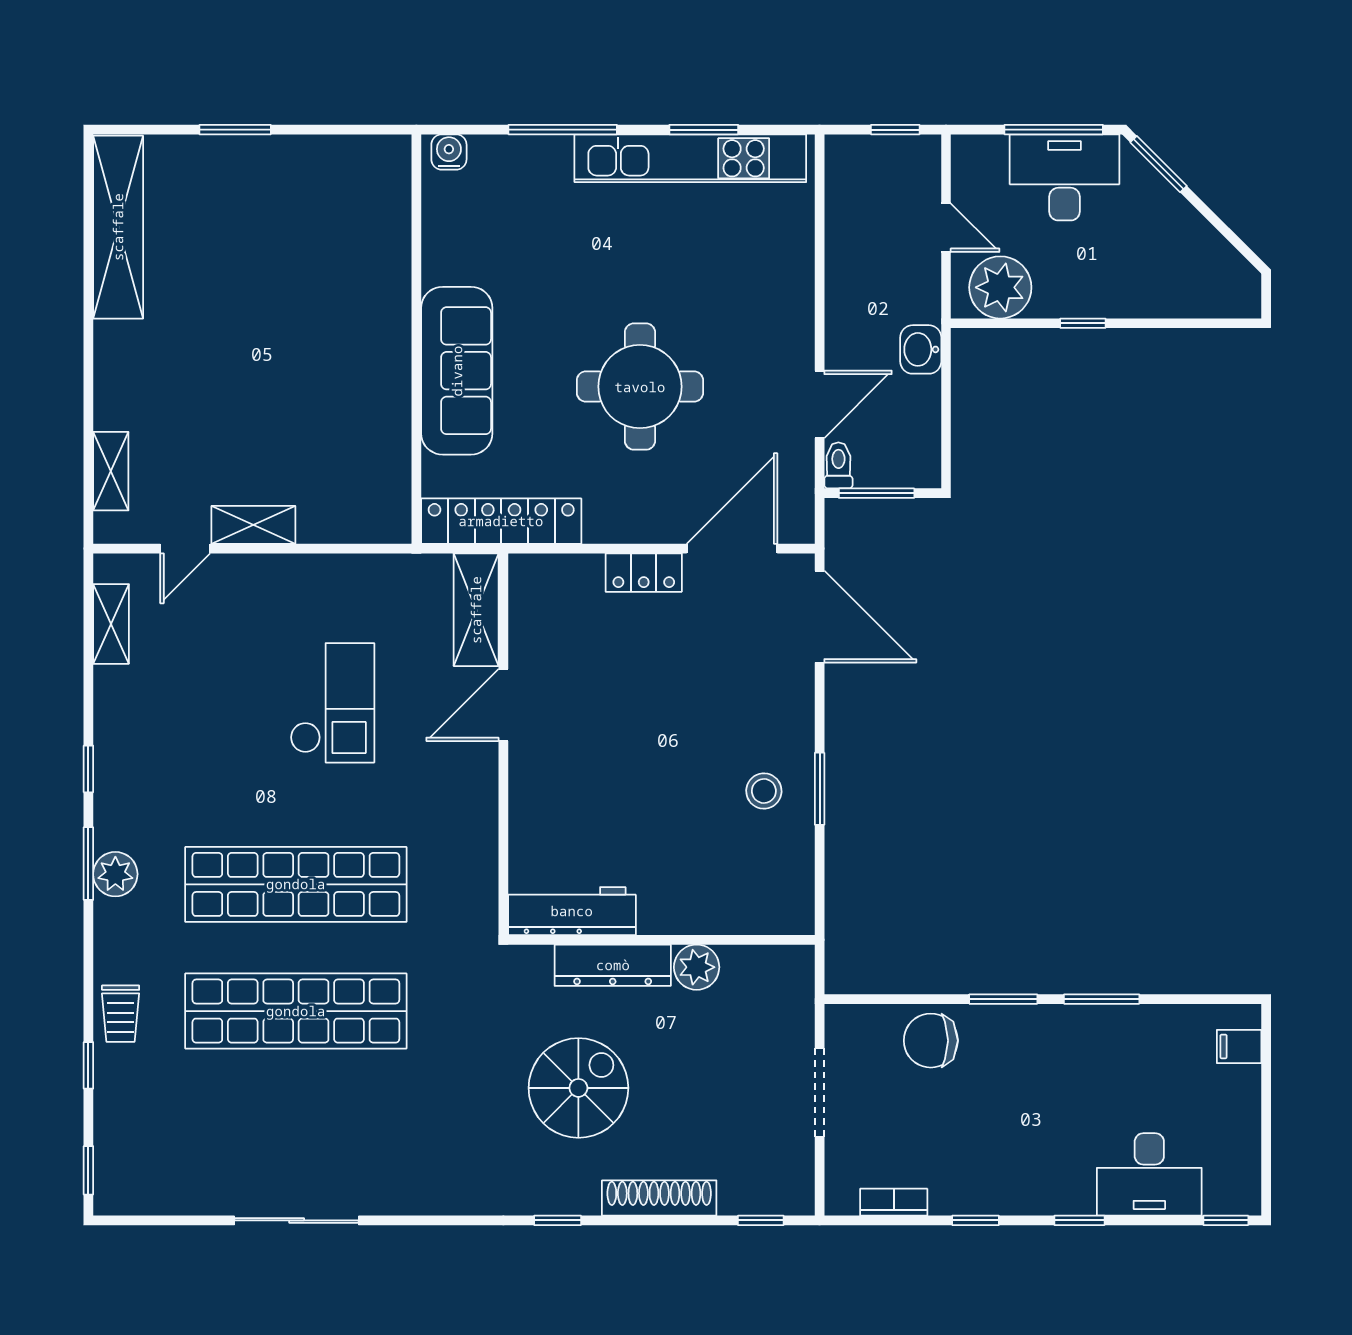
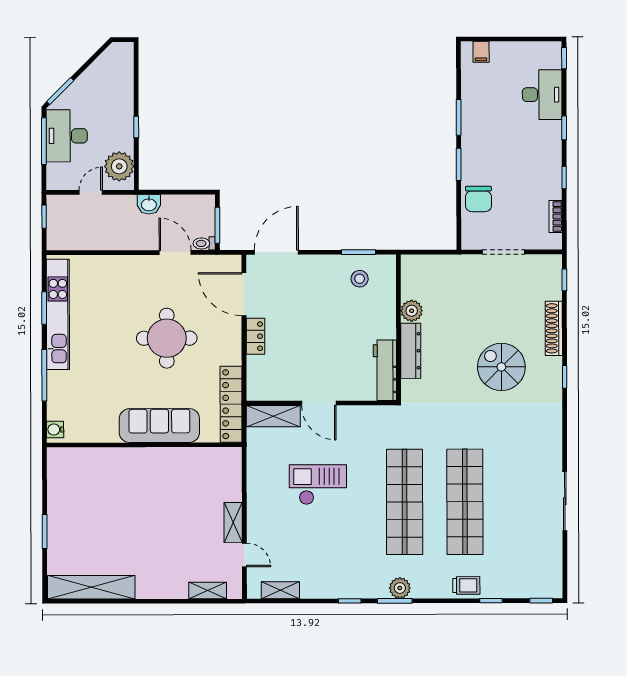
workbench: (572, 911) -> (385, 370), moved
wall: (661, 940) -> (399, 328), moved
dresser: (613, 965) -> (411, 351), moved
plant: (697, 967) -> (412, 311), moved

